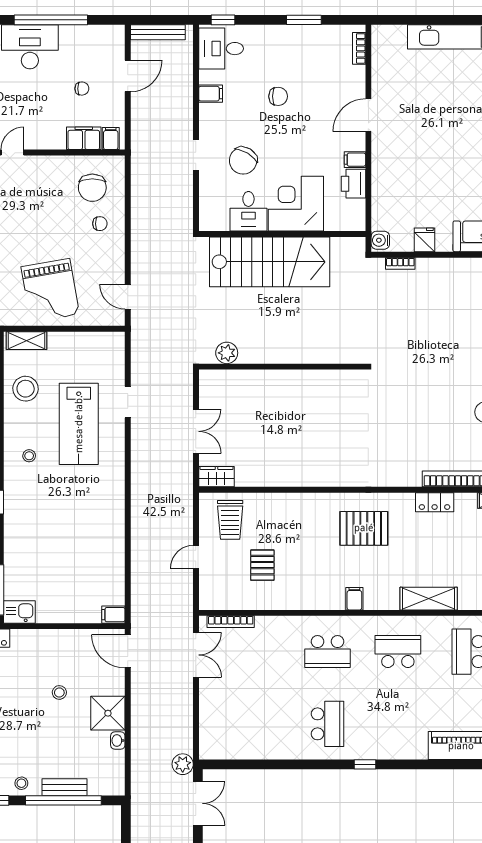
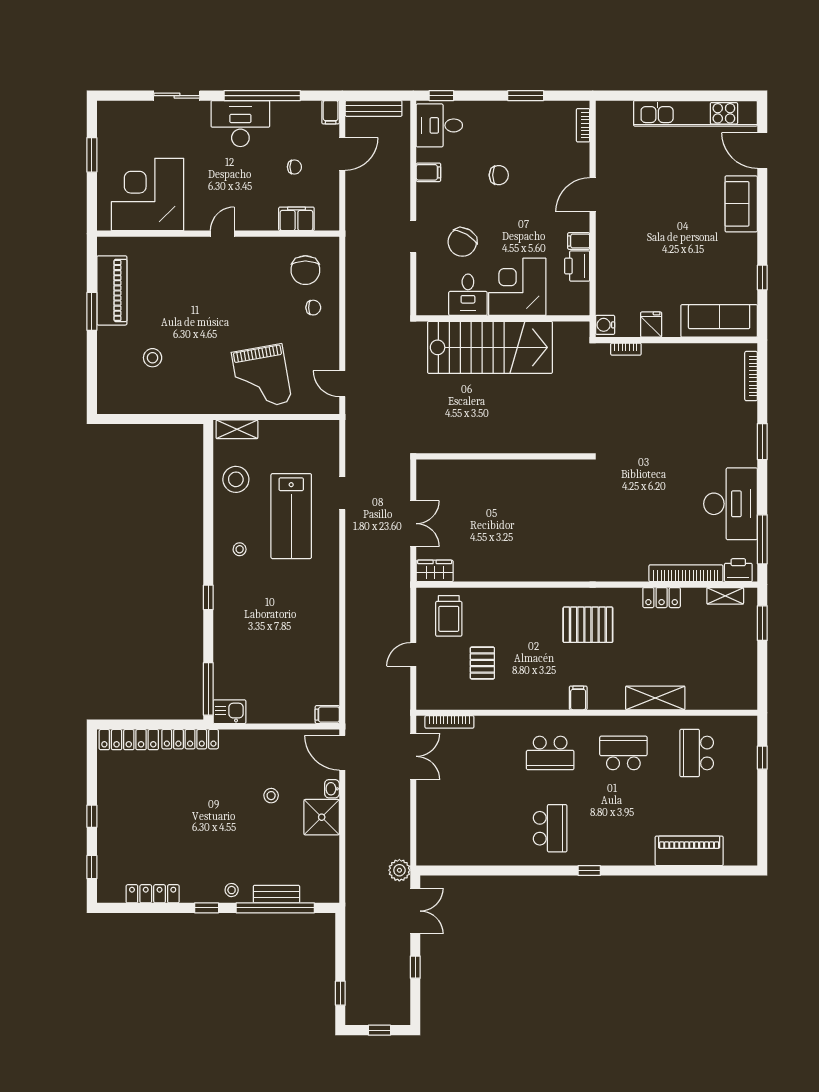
filing cabinet: (111, 138) -> (331, 112), moved, turned 180
plant: (227, 353) -> (445, 442), removed
washbasin: (118, 740) -> (332, 789), moved

